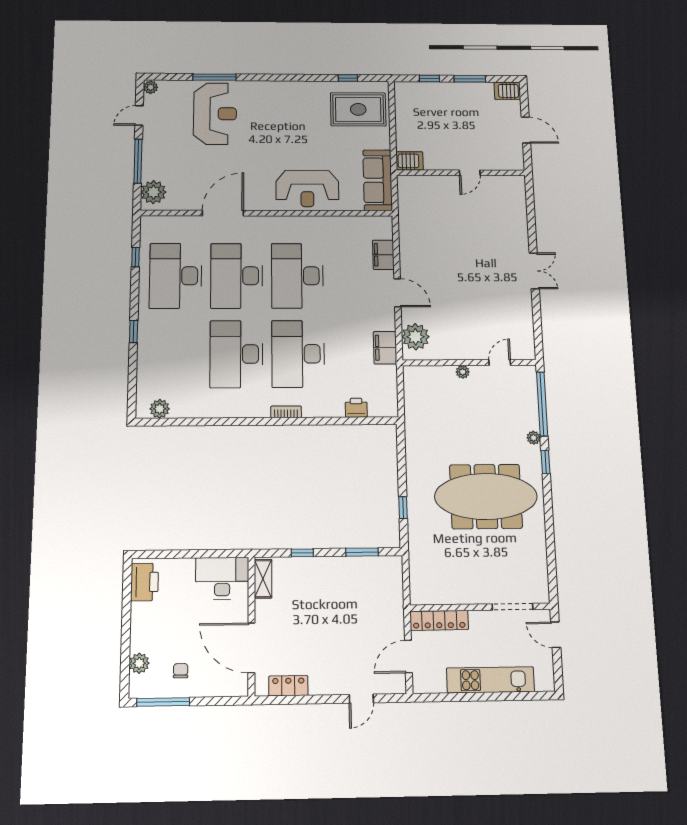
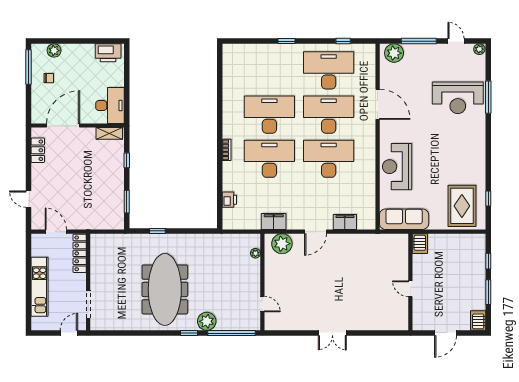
plant: (463, 372) -> (255, 253), moved
plant: (160, 409) -> (229, 61), removed
plant: (534, 438) -> (207, 321), width x1.88, depth x1.88

